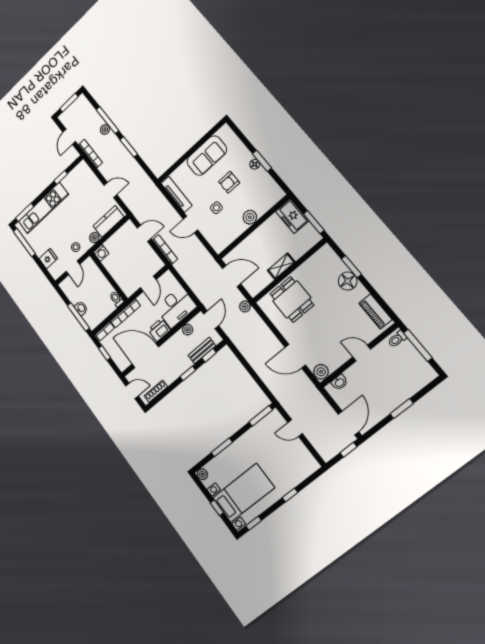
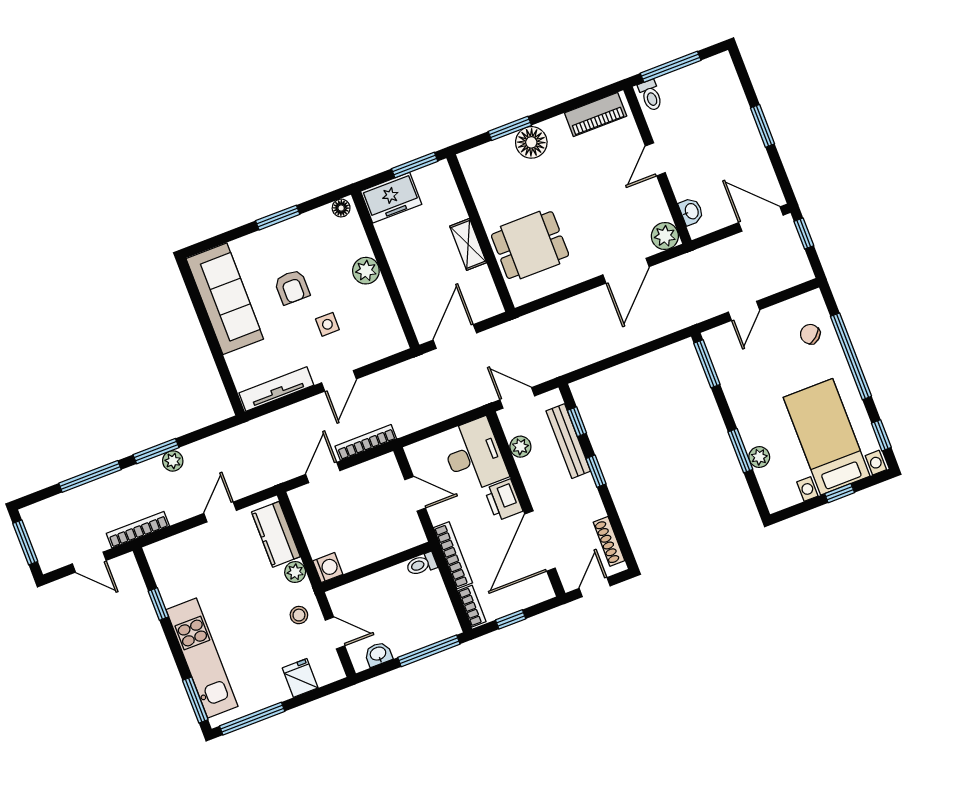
plant: (105, 129) -> (173, 461), moved
sofa: (207, 156) -> (225, 299), width x1.36
floor lamp: (255, 164) -> (341, 208), moved
plant: (245, 307) -> (515, 330), removed
washbasin: (81, 308) -> (378, 654), moved
bench: (202, 351) -> (568, 441), width x1.36
chair: (295, 469) -> (810, 334), added
plant: (202, 474) -> (759, 457), moved
window: (290, 495) -> (851, 356), width x3.17

